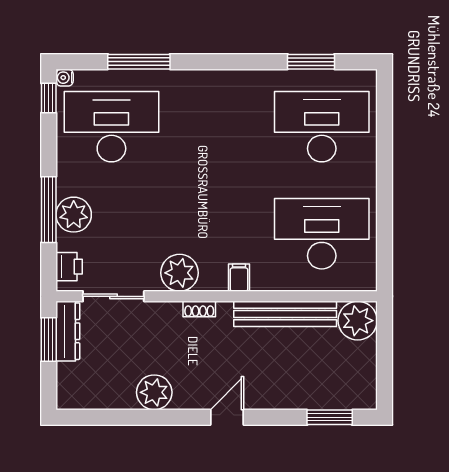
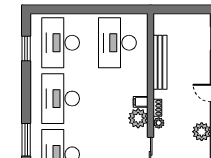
desk: (217, 127) -> (61, 99), added
filing cabinet: (239, 278) -> (141, 102), moved
plant: (358, 321) -> (159, 123), moved, width x0.53, depth x0.53

